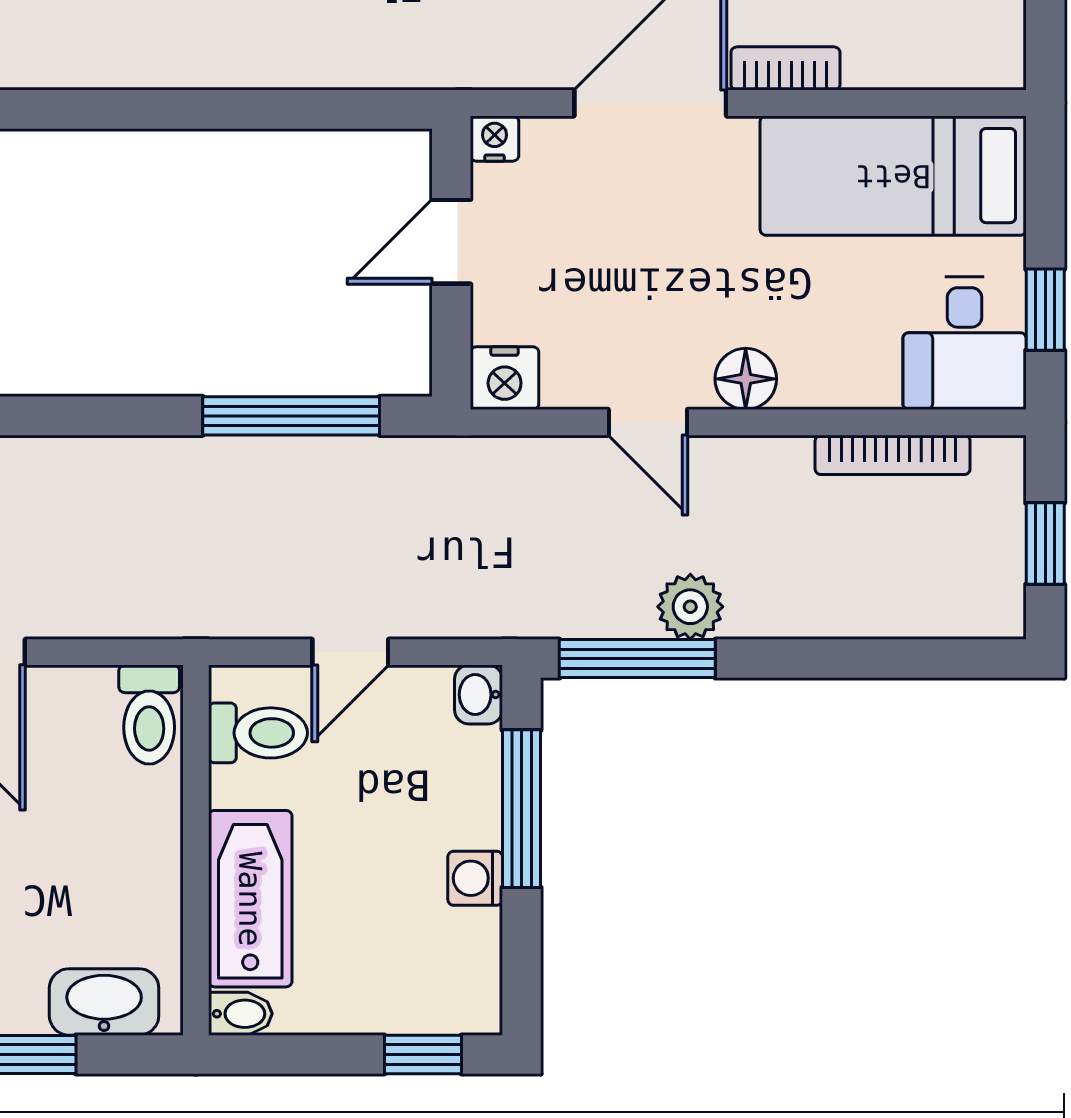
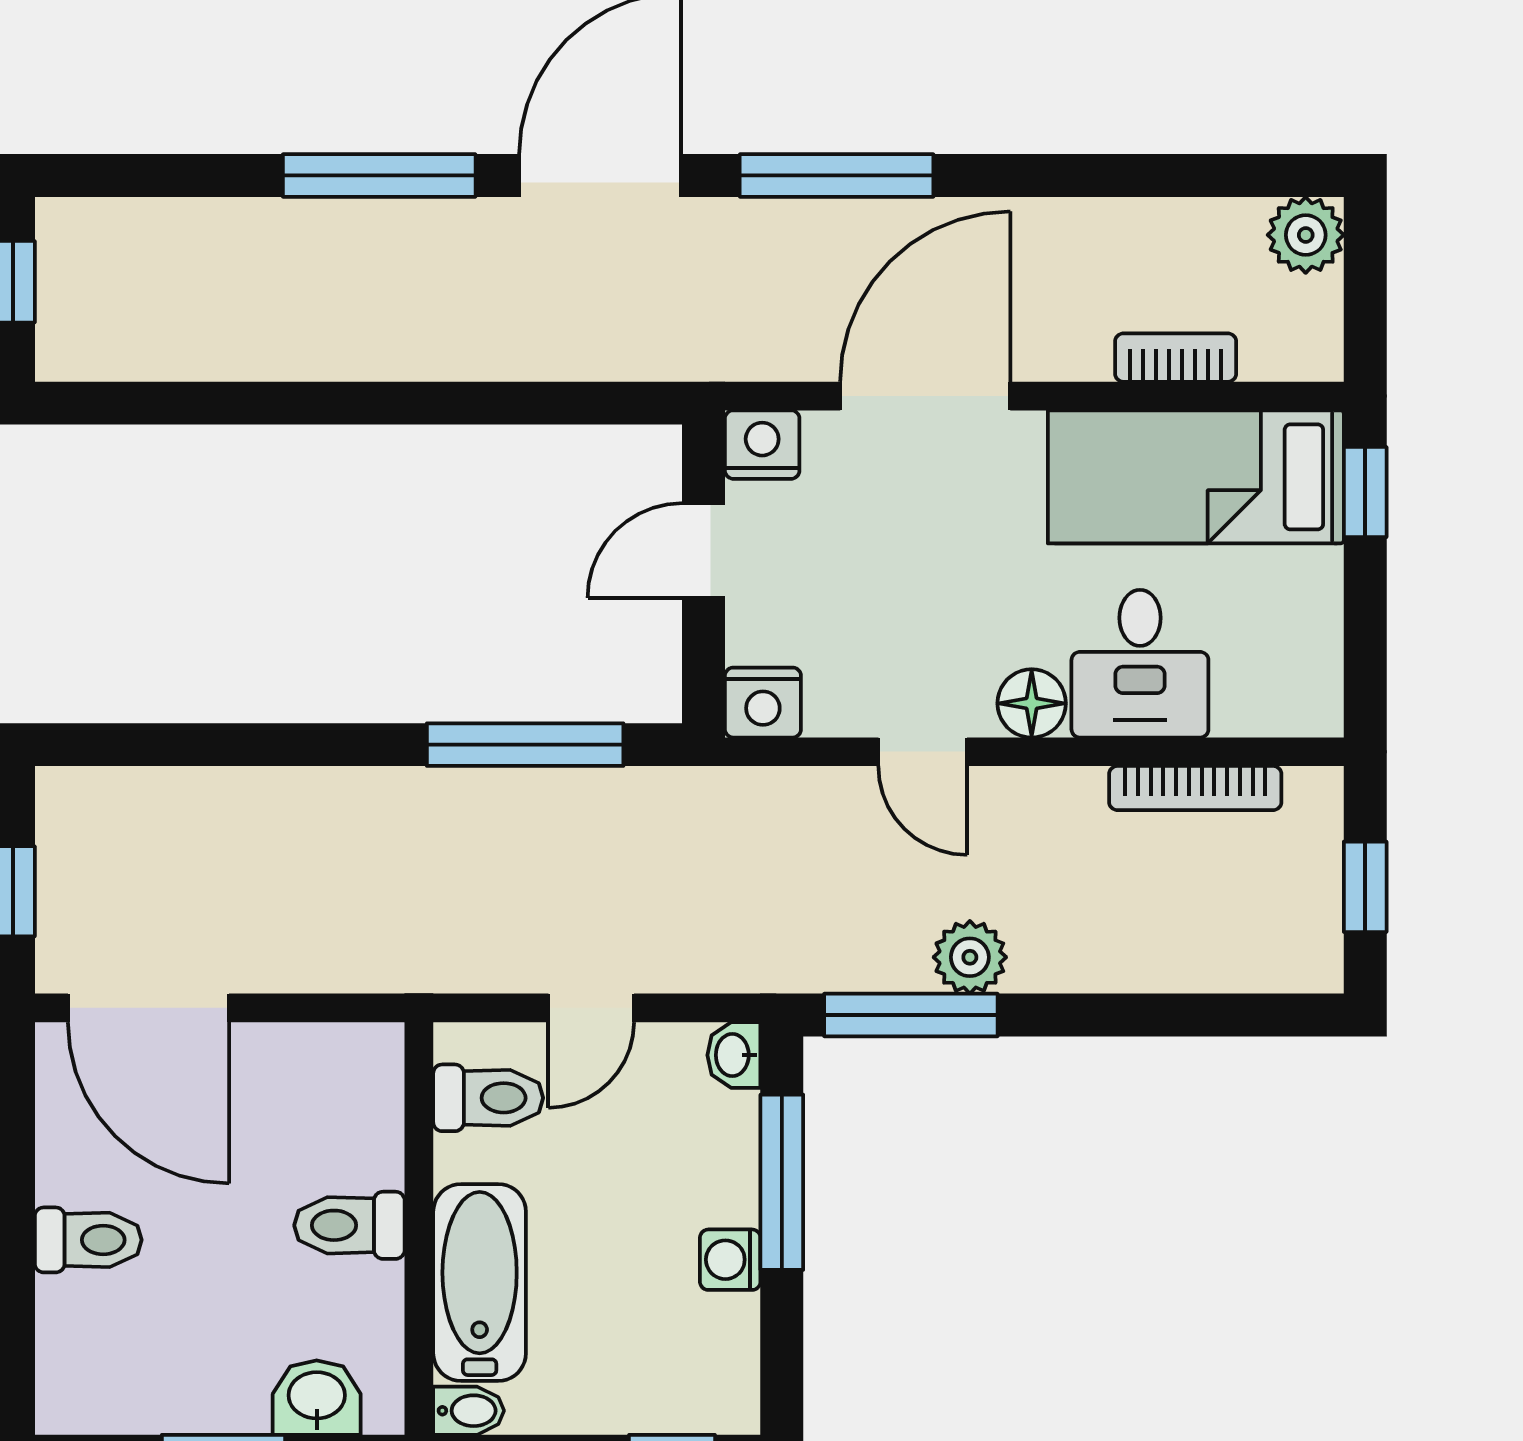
bookcase: (785, 68) -> (1176, 358), moved
nightstand: (494, 139) -> (762, 445), width x1.39, depth x1.35
window: (1045, 310) -> (1365, 492), moved
desk: (965, 343) -> (1140, 664), moved
toilet: (149, 715) -> (349, 1225), moved, turned 90
washbasin: (104, 1002) -> (317, 1398), width x0.72

